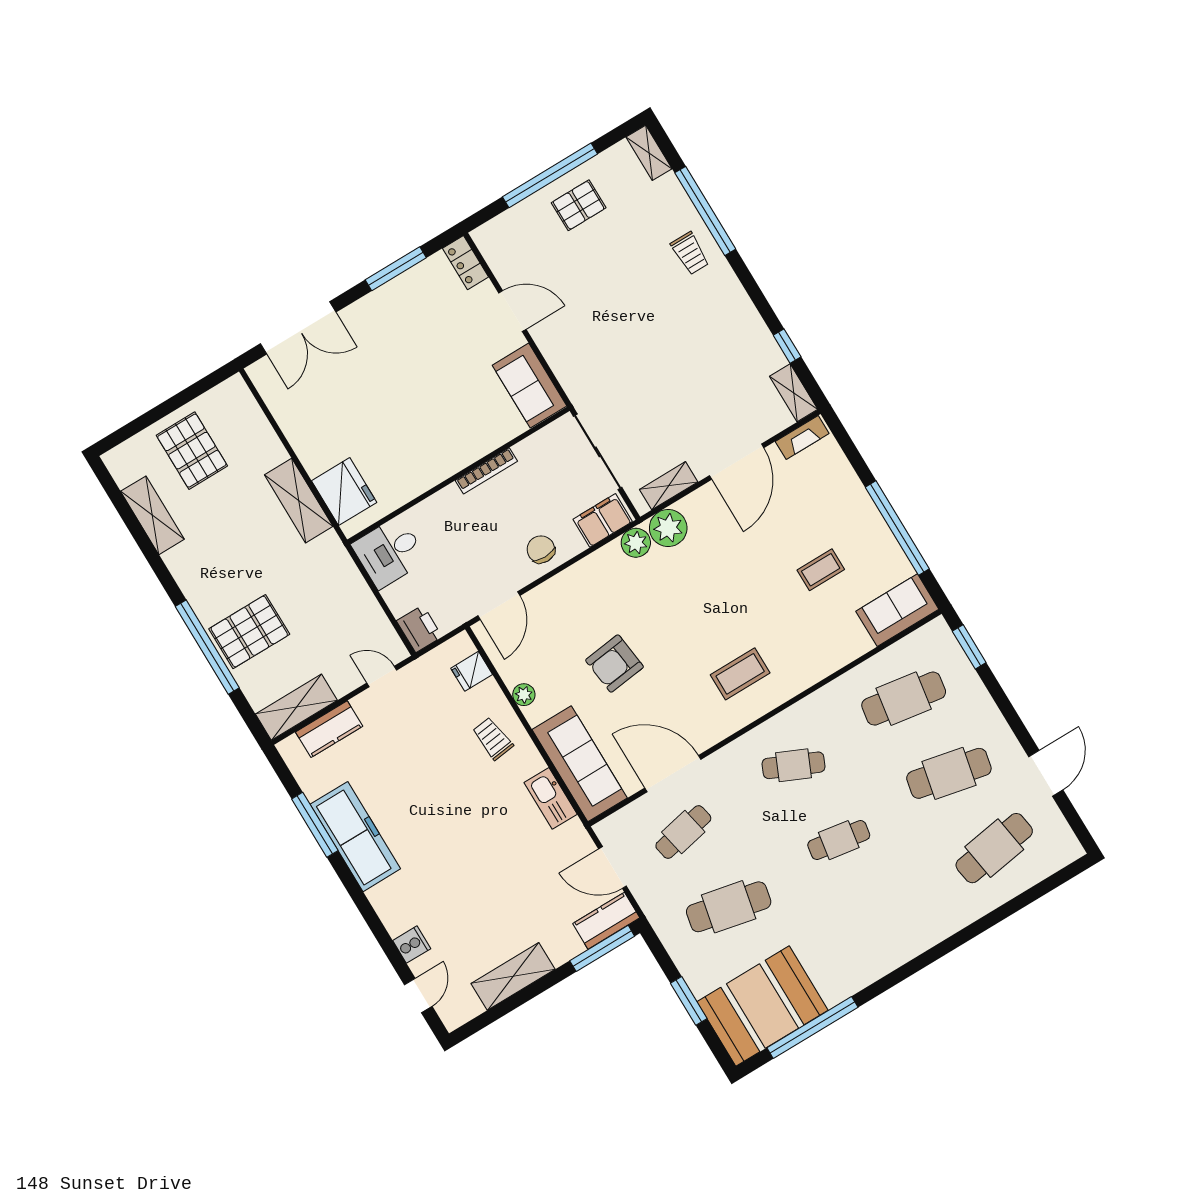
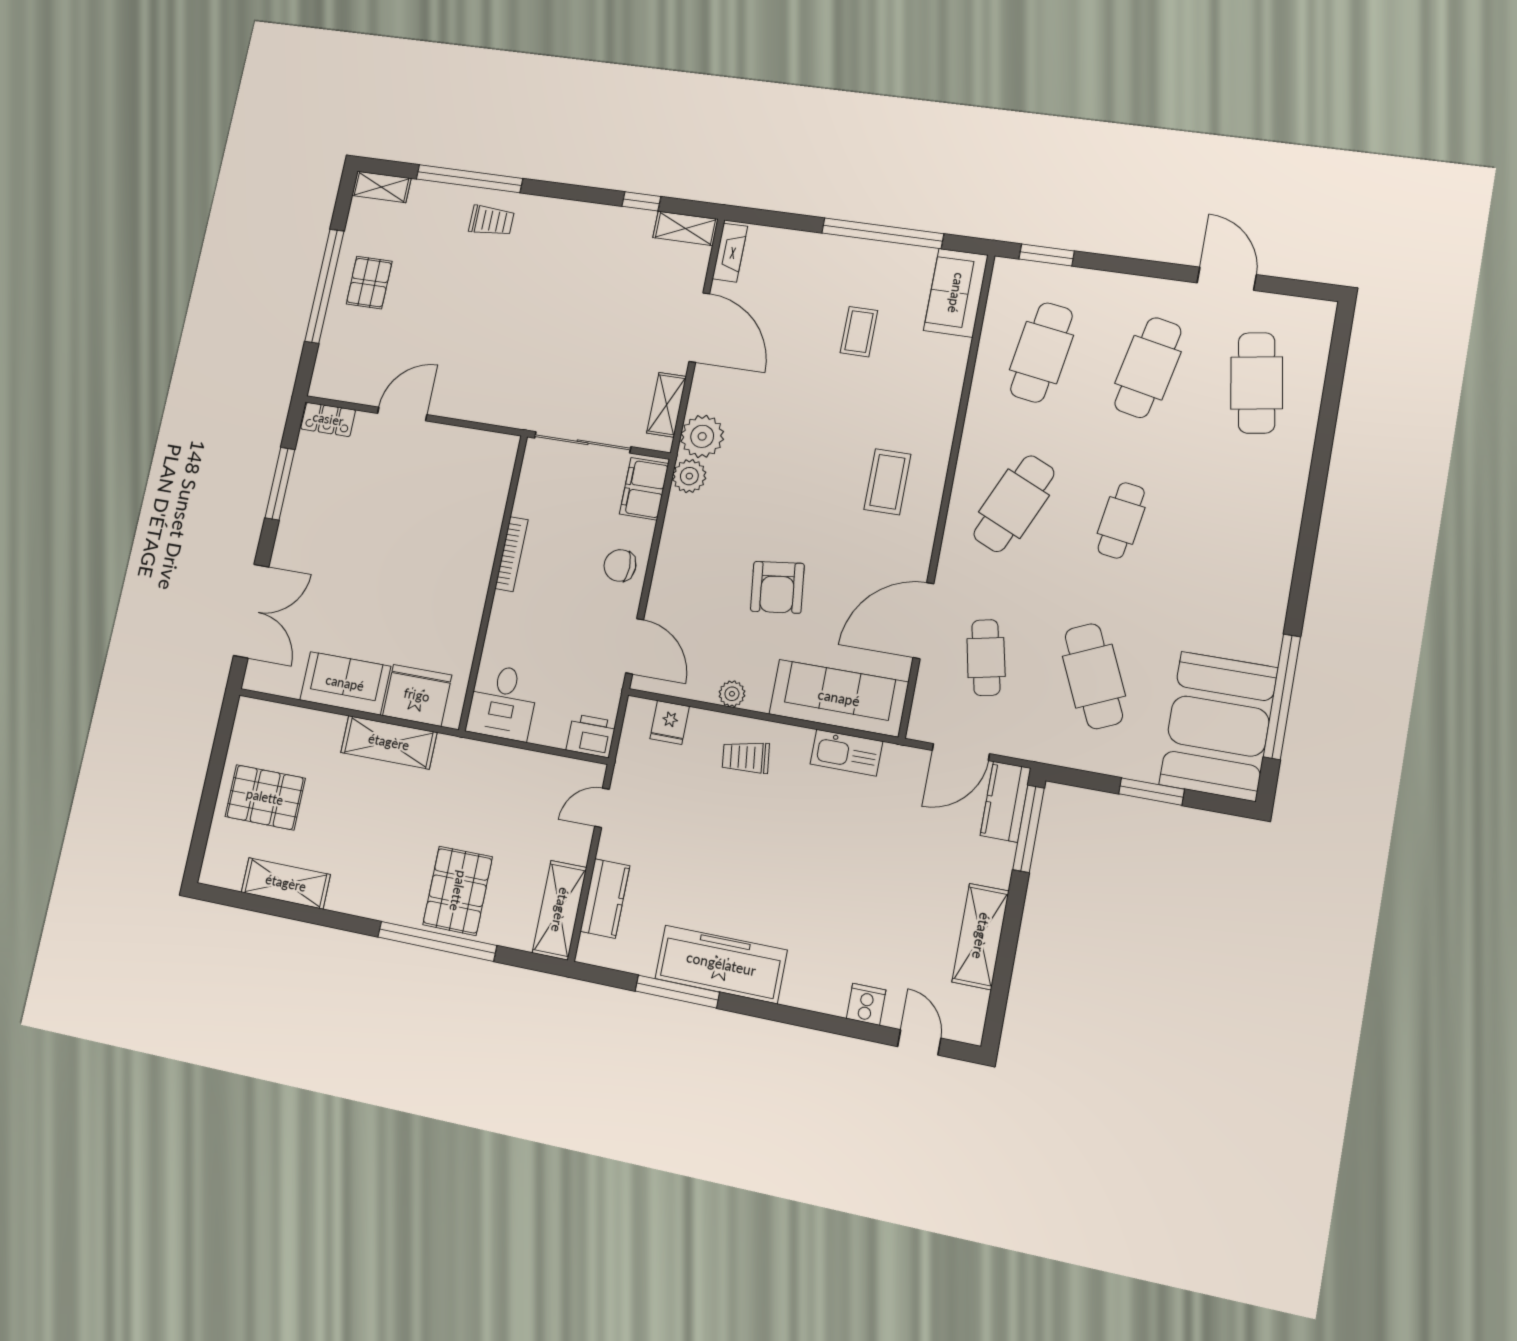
sofa: (529, 386) -> (345, 683), moved, turned 180
cafe table: (793, 765) -> (1014, 504), width x1.37, depth x1.35
cafe table: (729, 907) -> (1094, 676), turned -36

